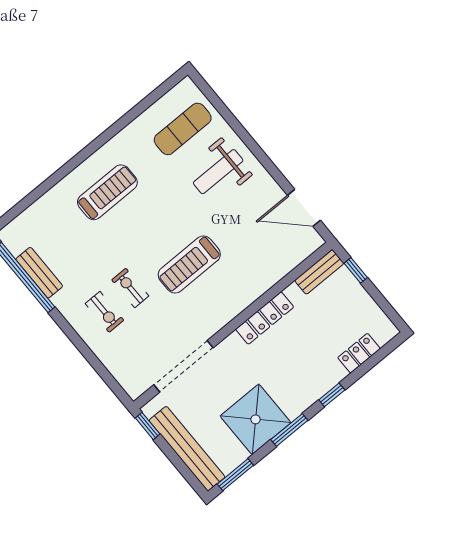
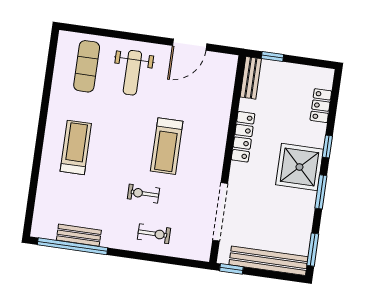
door: (304, 208) -> (190, 45), moved
exercise bike: (105, 312) -> (154, 234), moved
shower: (256, 419) -> (299, 167), moved

